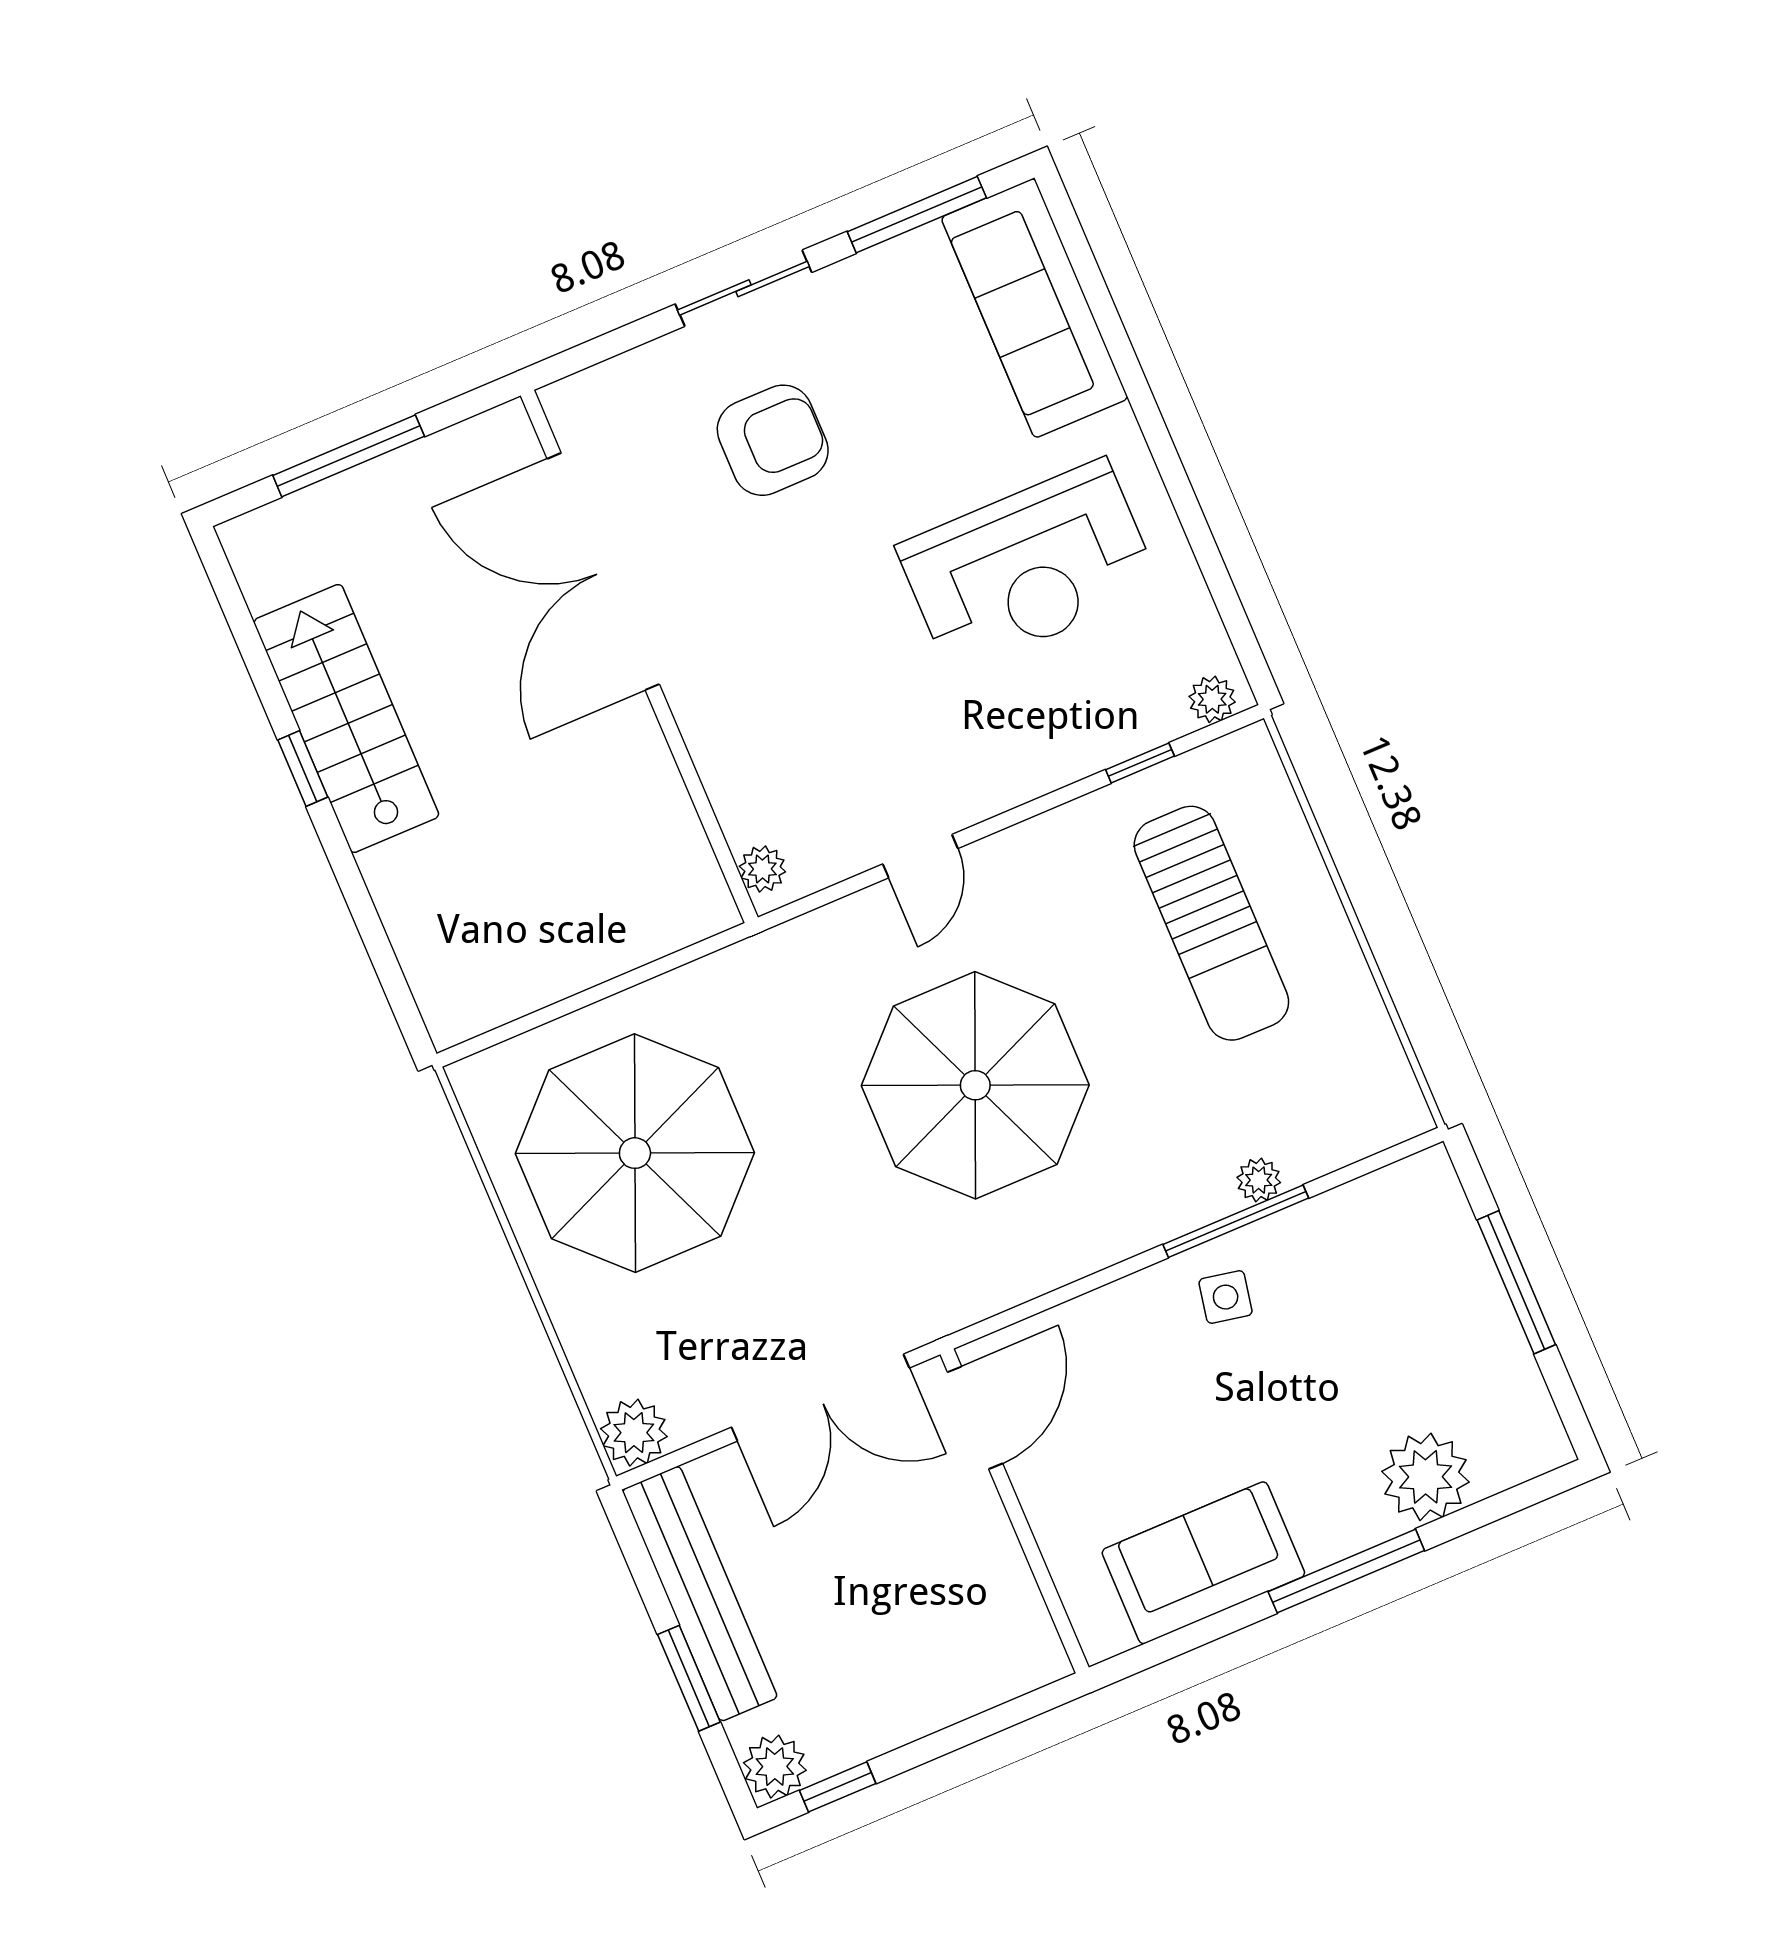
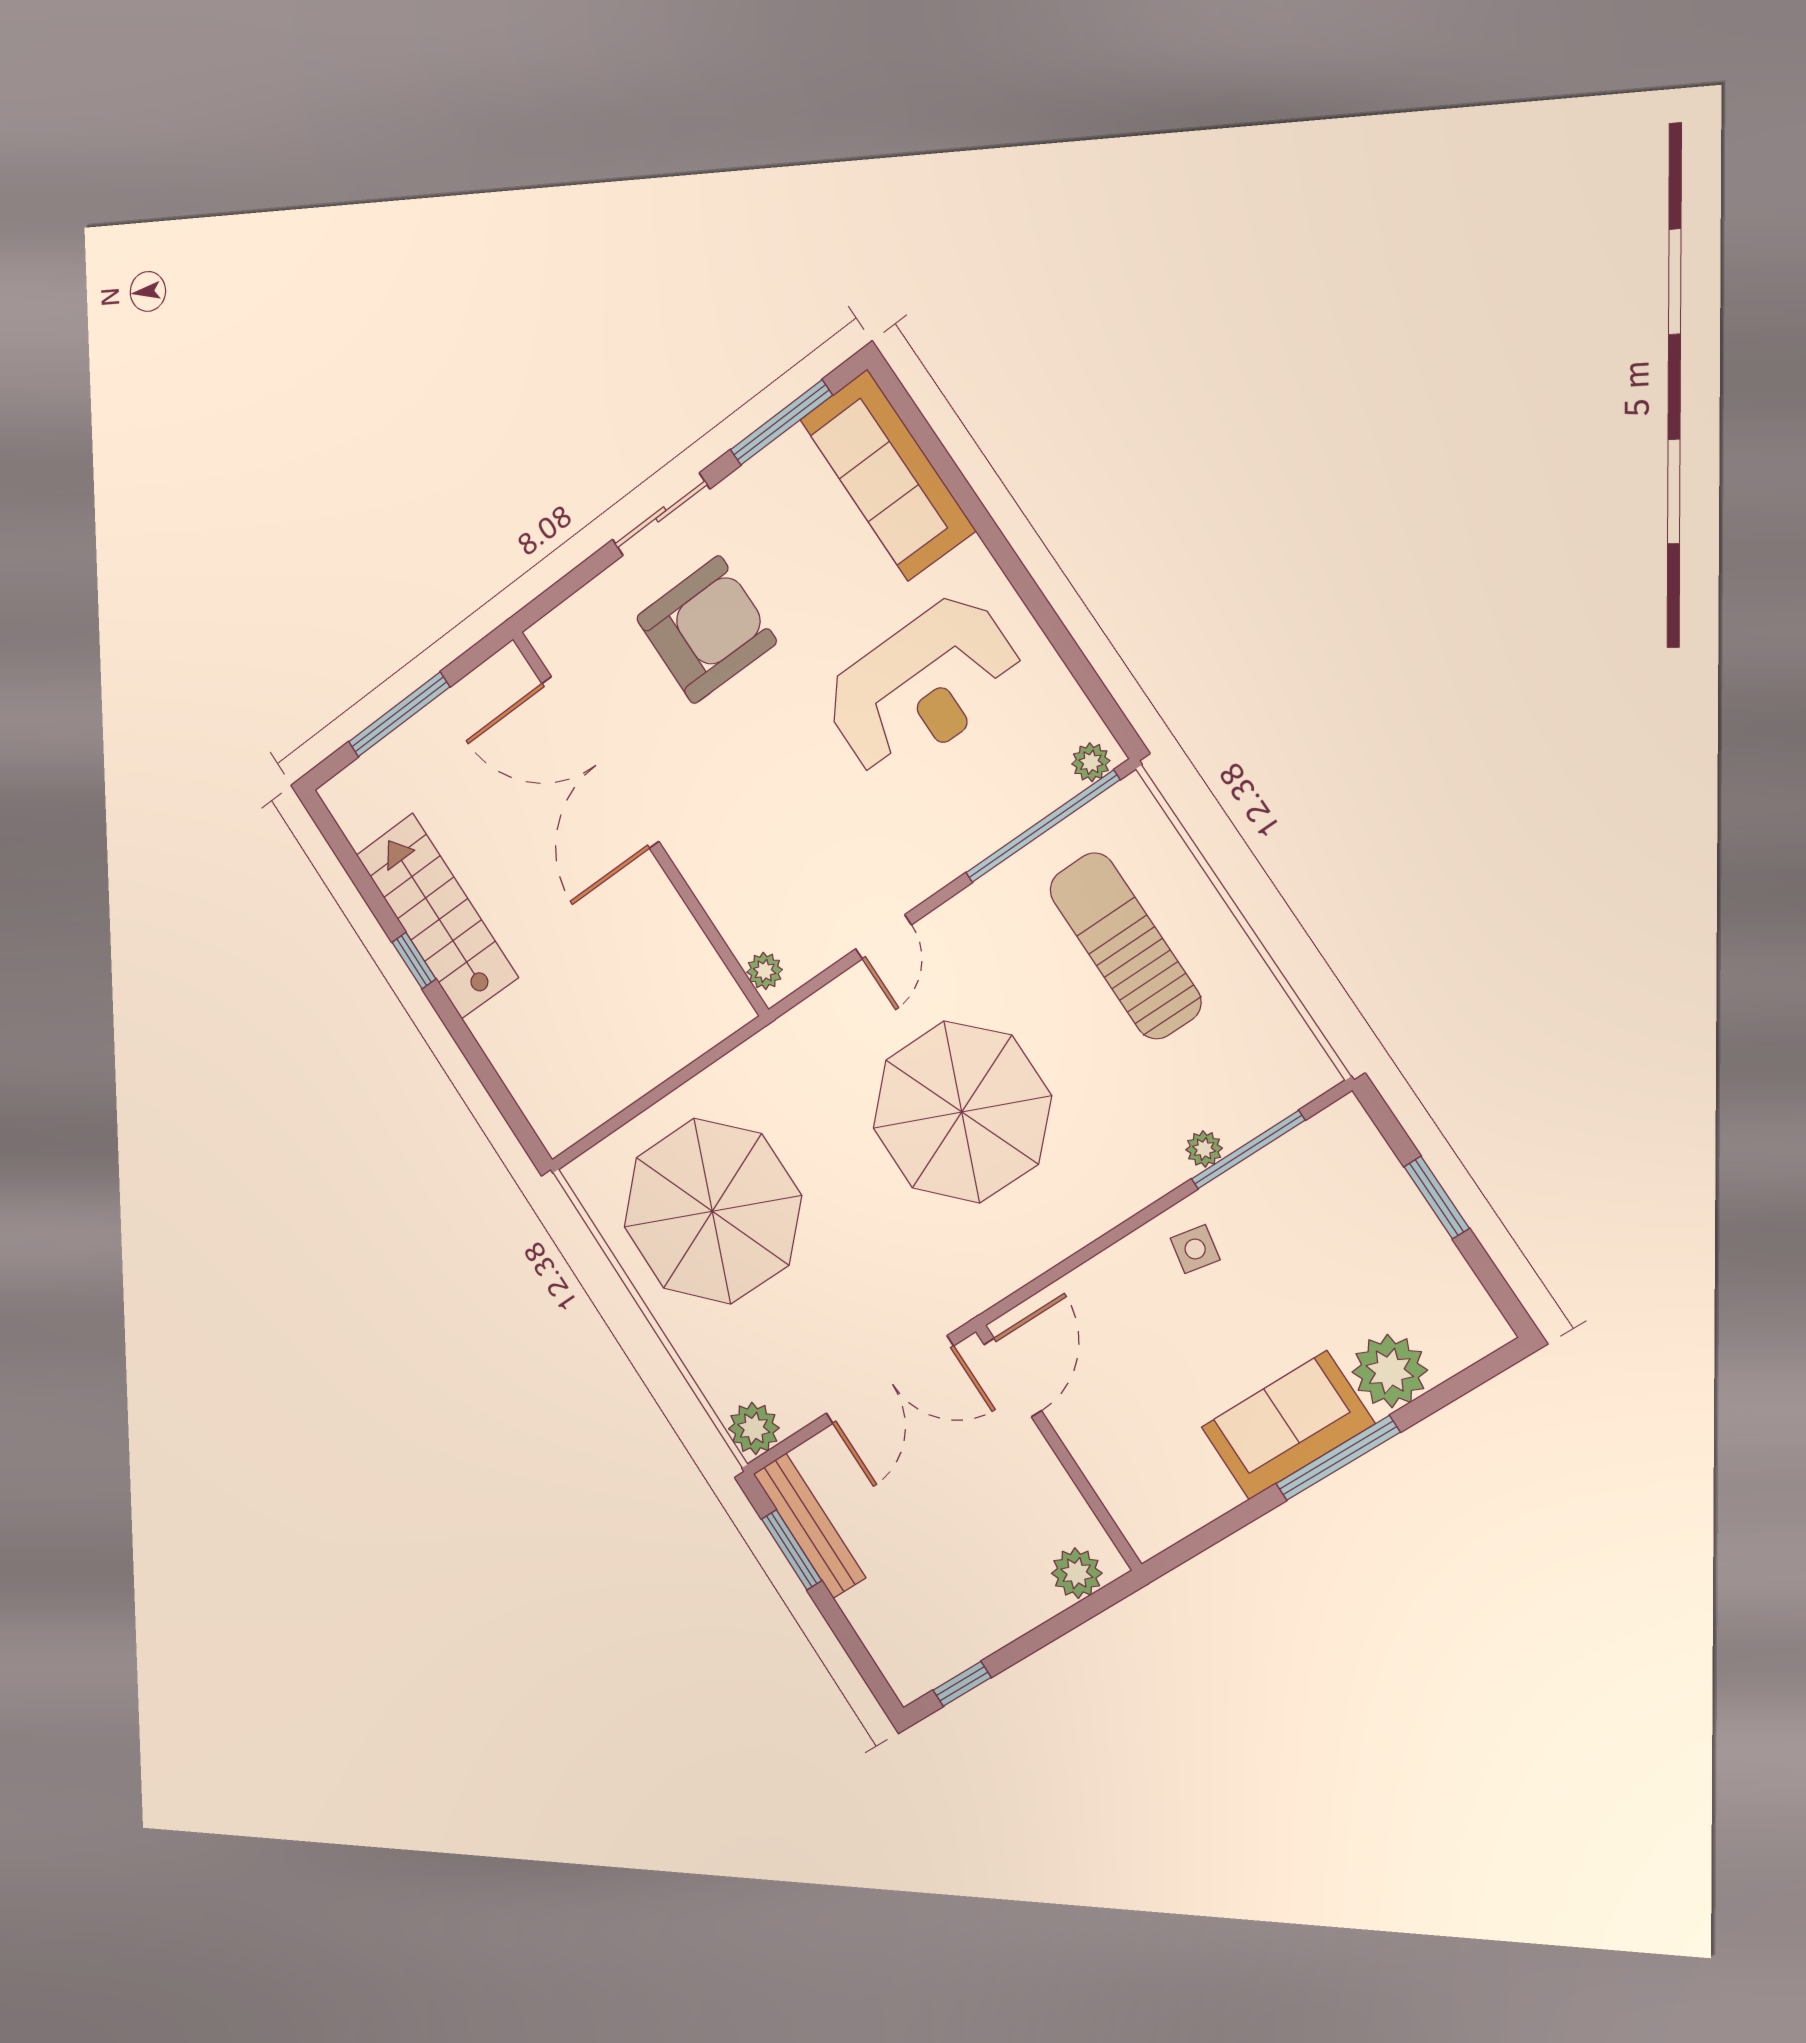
armchair: (773, 440) -> (706, 630), width x1.36, depth x1.36
window: (1140, 763) -> (1042, 826), width x3.17
sun lounger: (1211, 923) -> (1125, 946), turned 180
window: (1236, 1221) -> (1248, 1150), moved
window: (1516, 1282) -> (1437, 1197), width x0.69
sofa: (1203, 1563) -> (1288, 1425), moved
bench: (700, 1594) -> (809, 1526), width x0.73, depth x0.82
window: (689, 1678) -> (792, 1550), moved
plant: (775, 1767) -> (1077, 1573), moved

